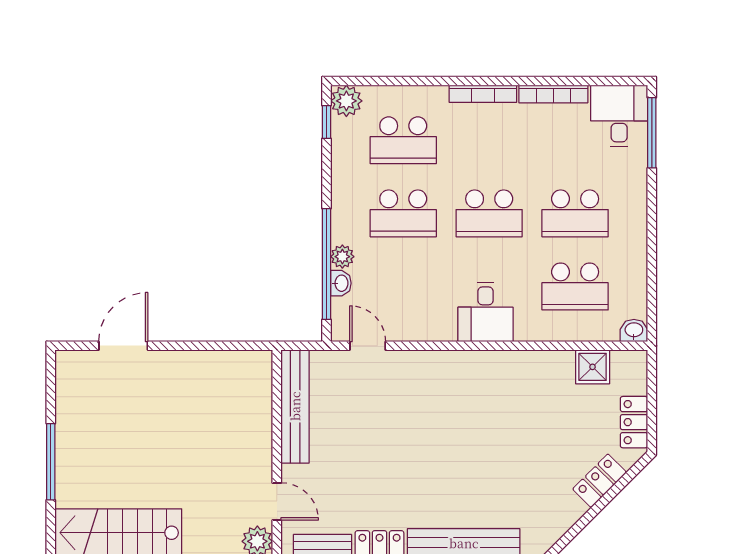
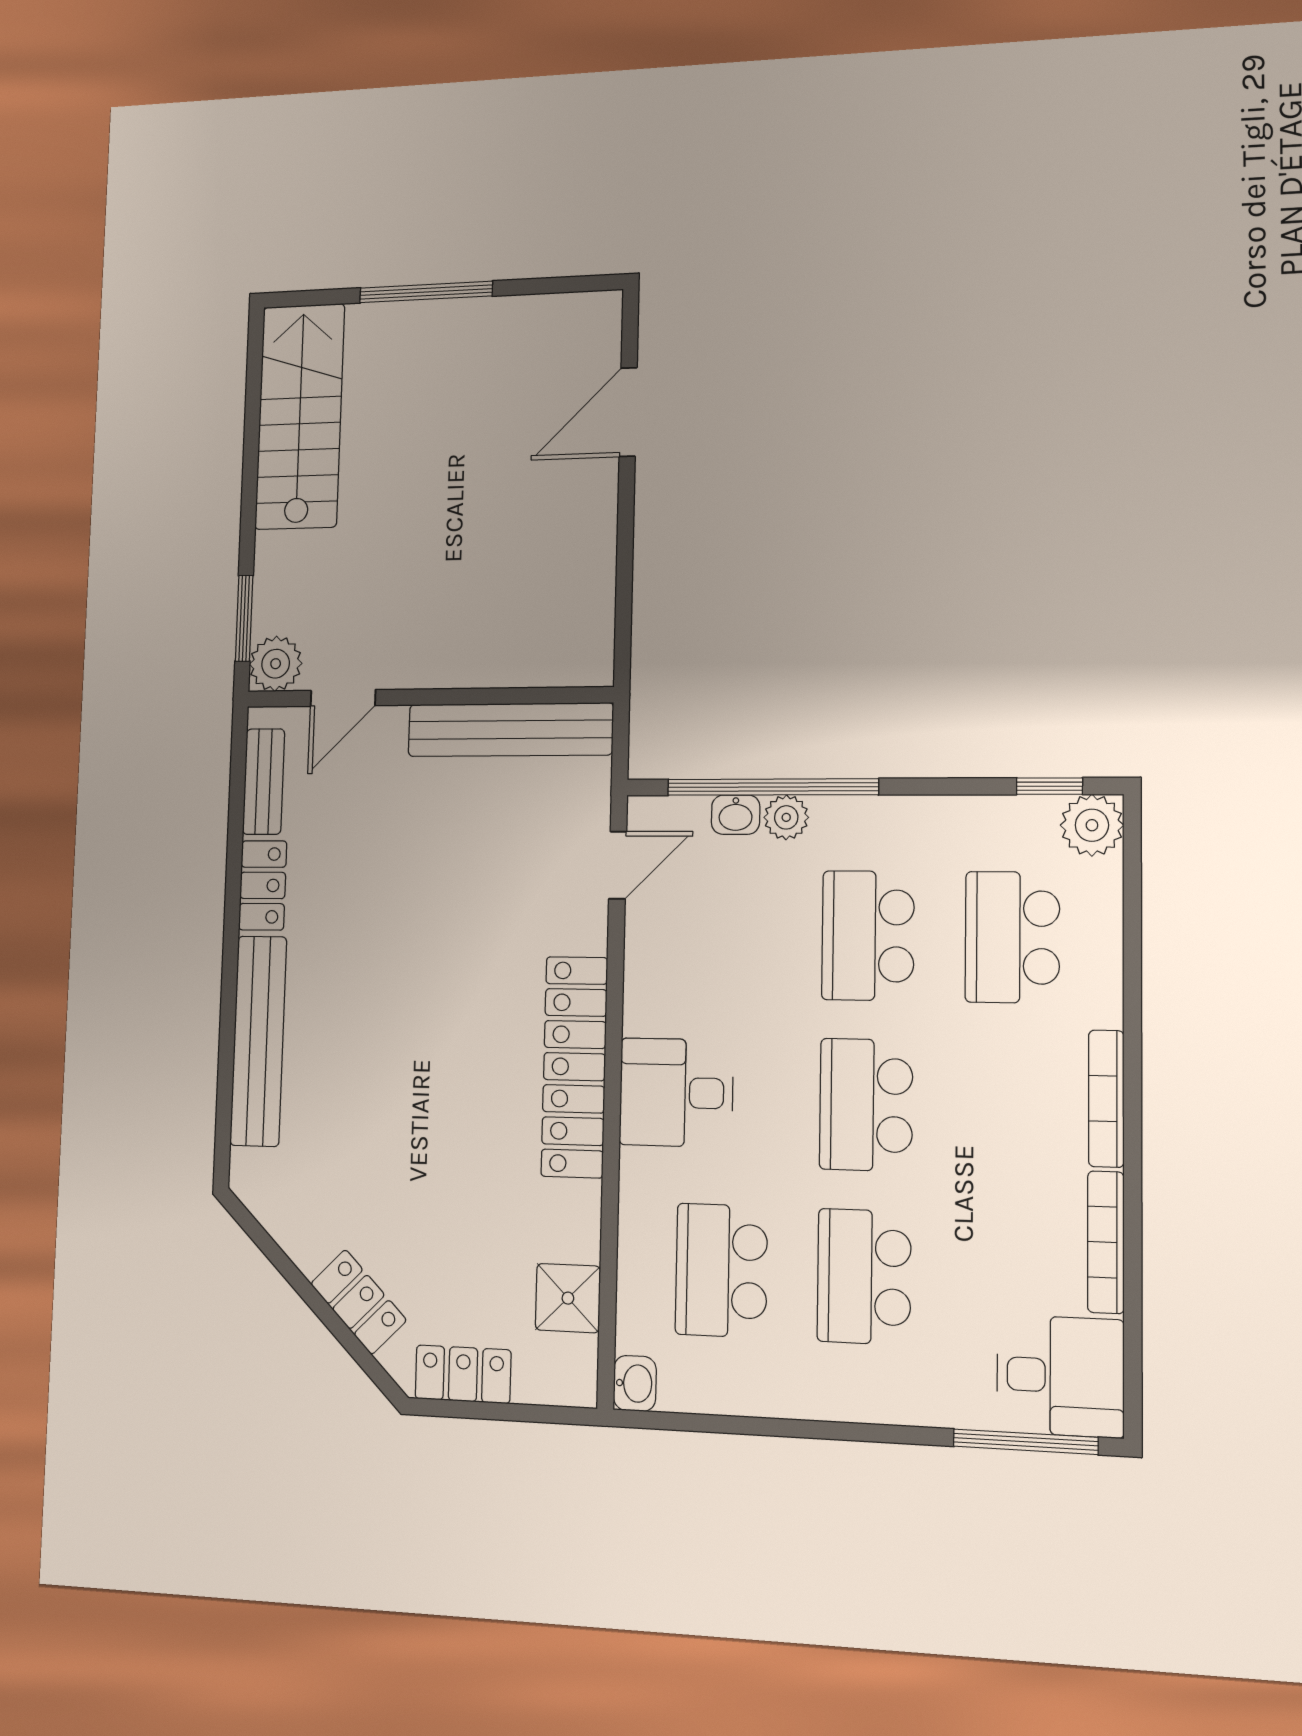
door: (123, 346) -> (628, 412), swing flipped
locker: (473, 366) -> (574, 1067), added

